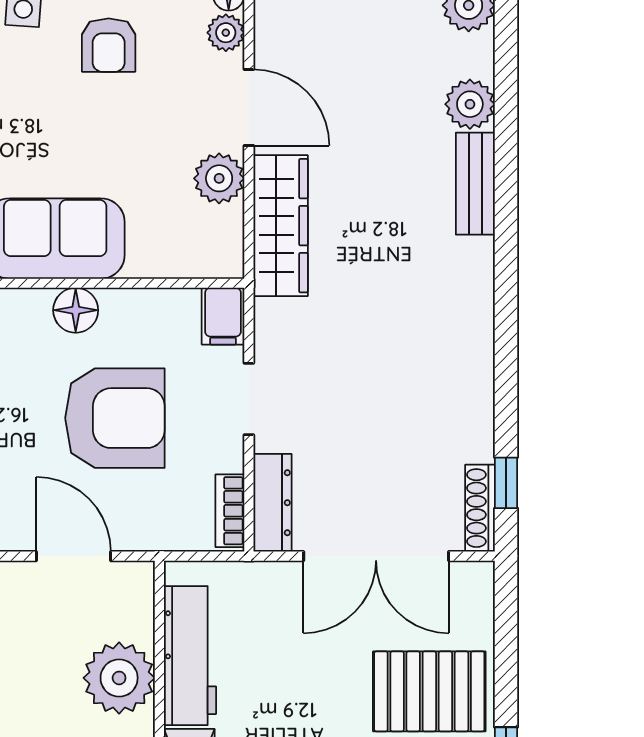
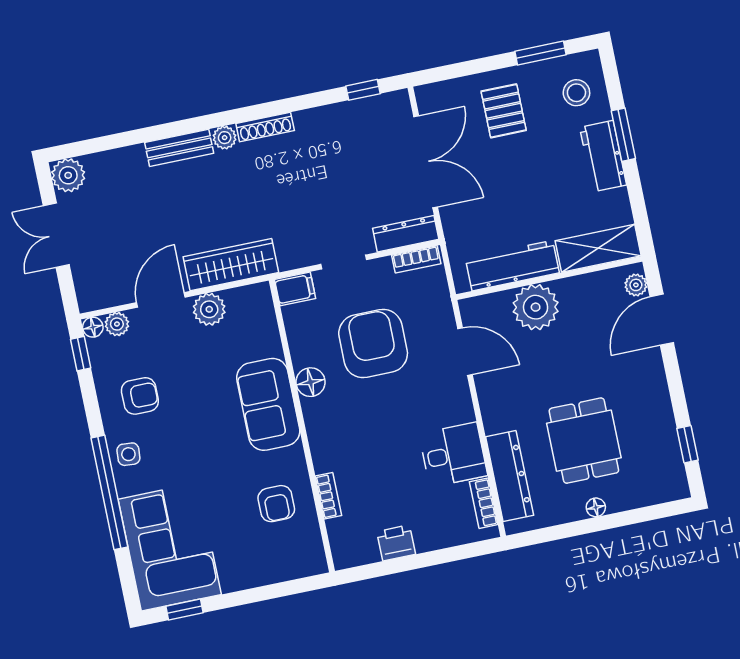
plant: (470, 104) -> (225, 138), moved, width x0.73, depth x0.73
shoe rack: (480, 508) -> (265, 127), moved
door: (74, 556) -> (465, 352), swing flipped
pallet: (429, 691) -> (504, 111), width x0.67, depth x0.71

